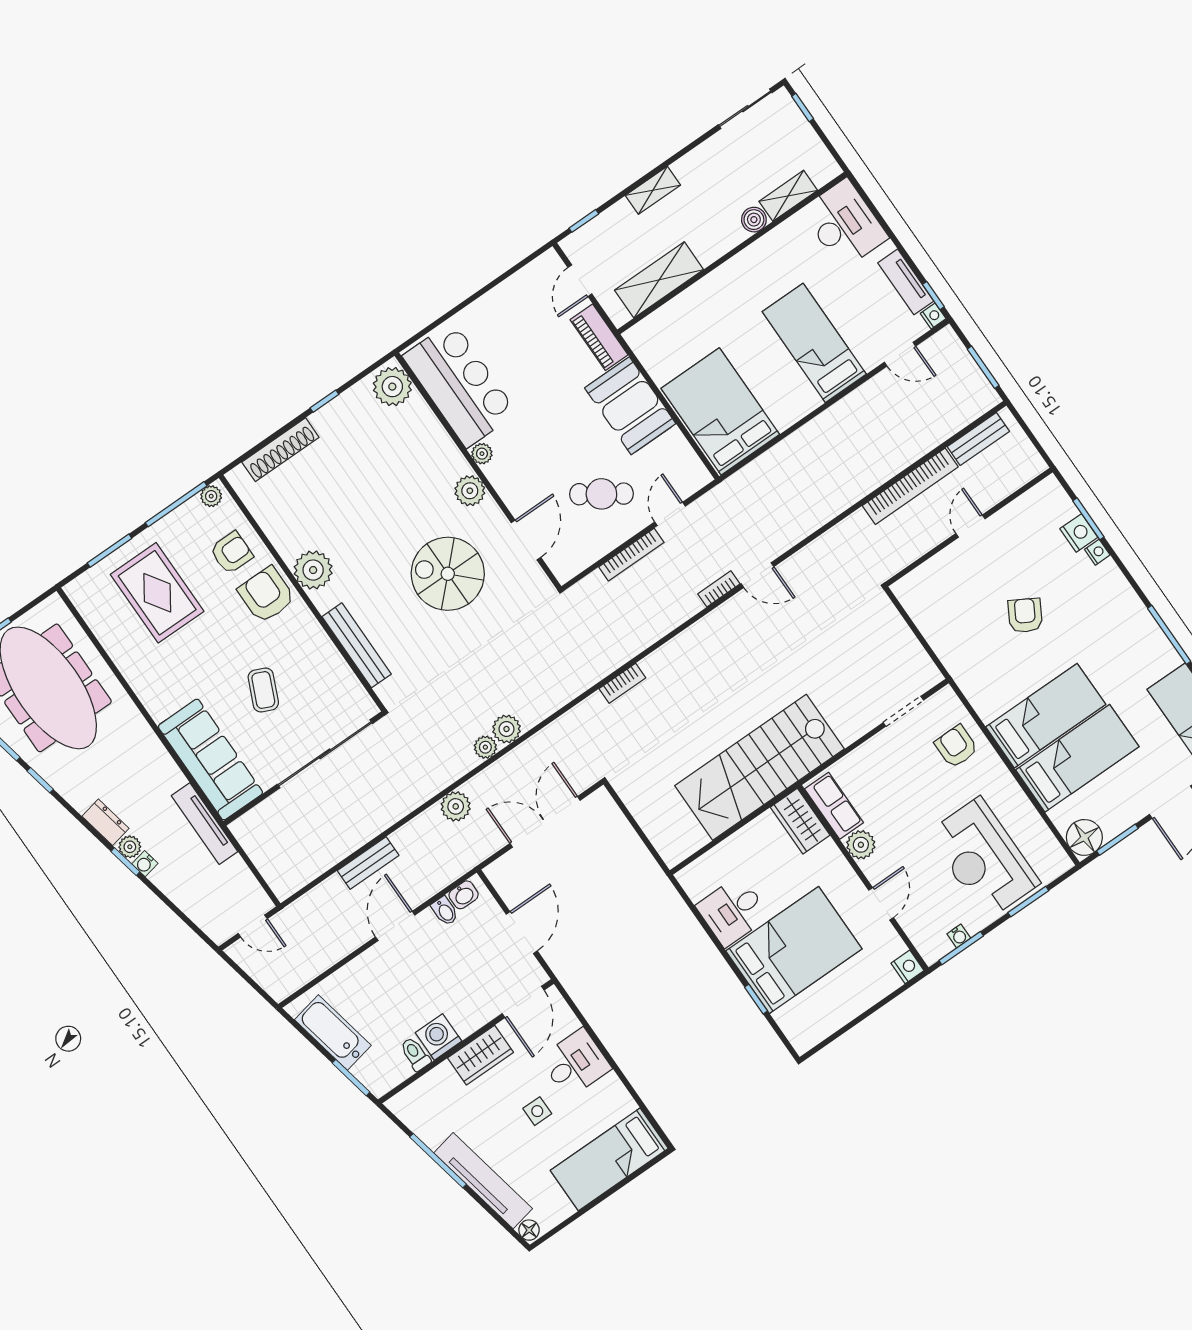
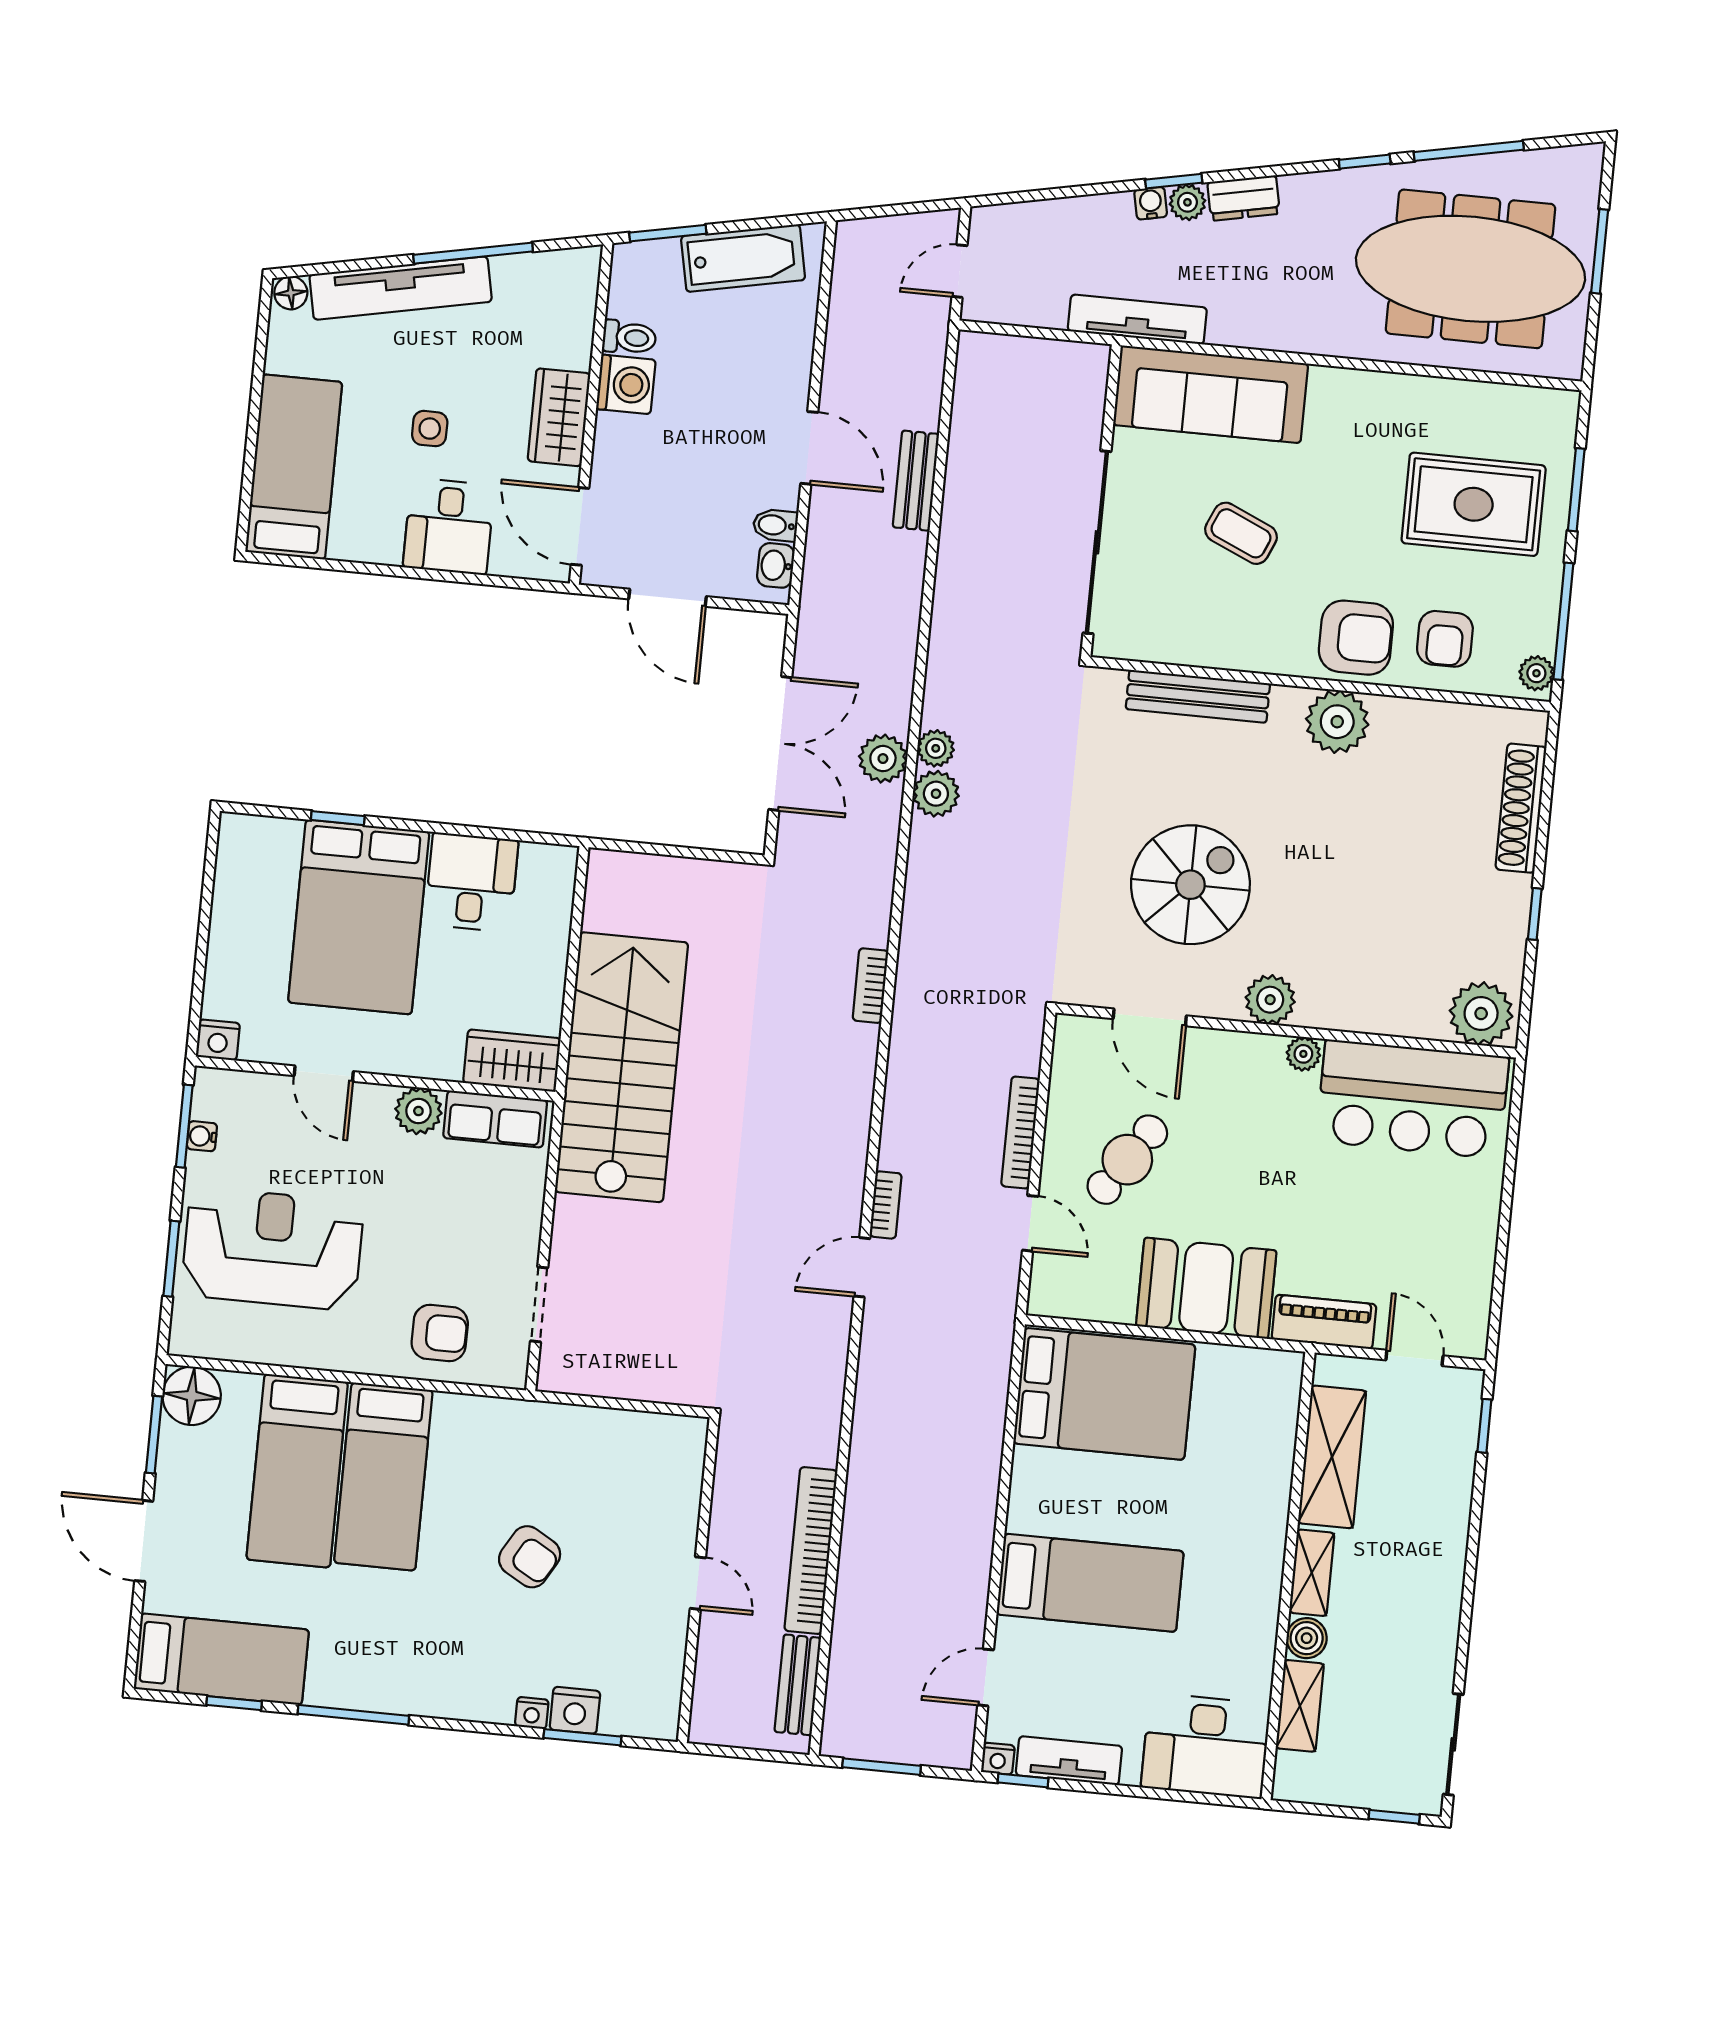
shelving: (653, 190) -> (1312, 1573), moved
plant: (456, 806) -> (883, 759), moved

